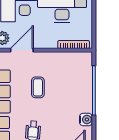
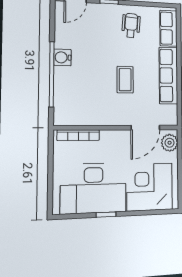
water cooler: (86, 120) -> (62, 57), moved

